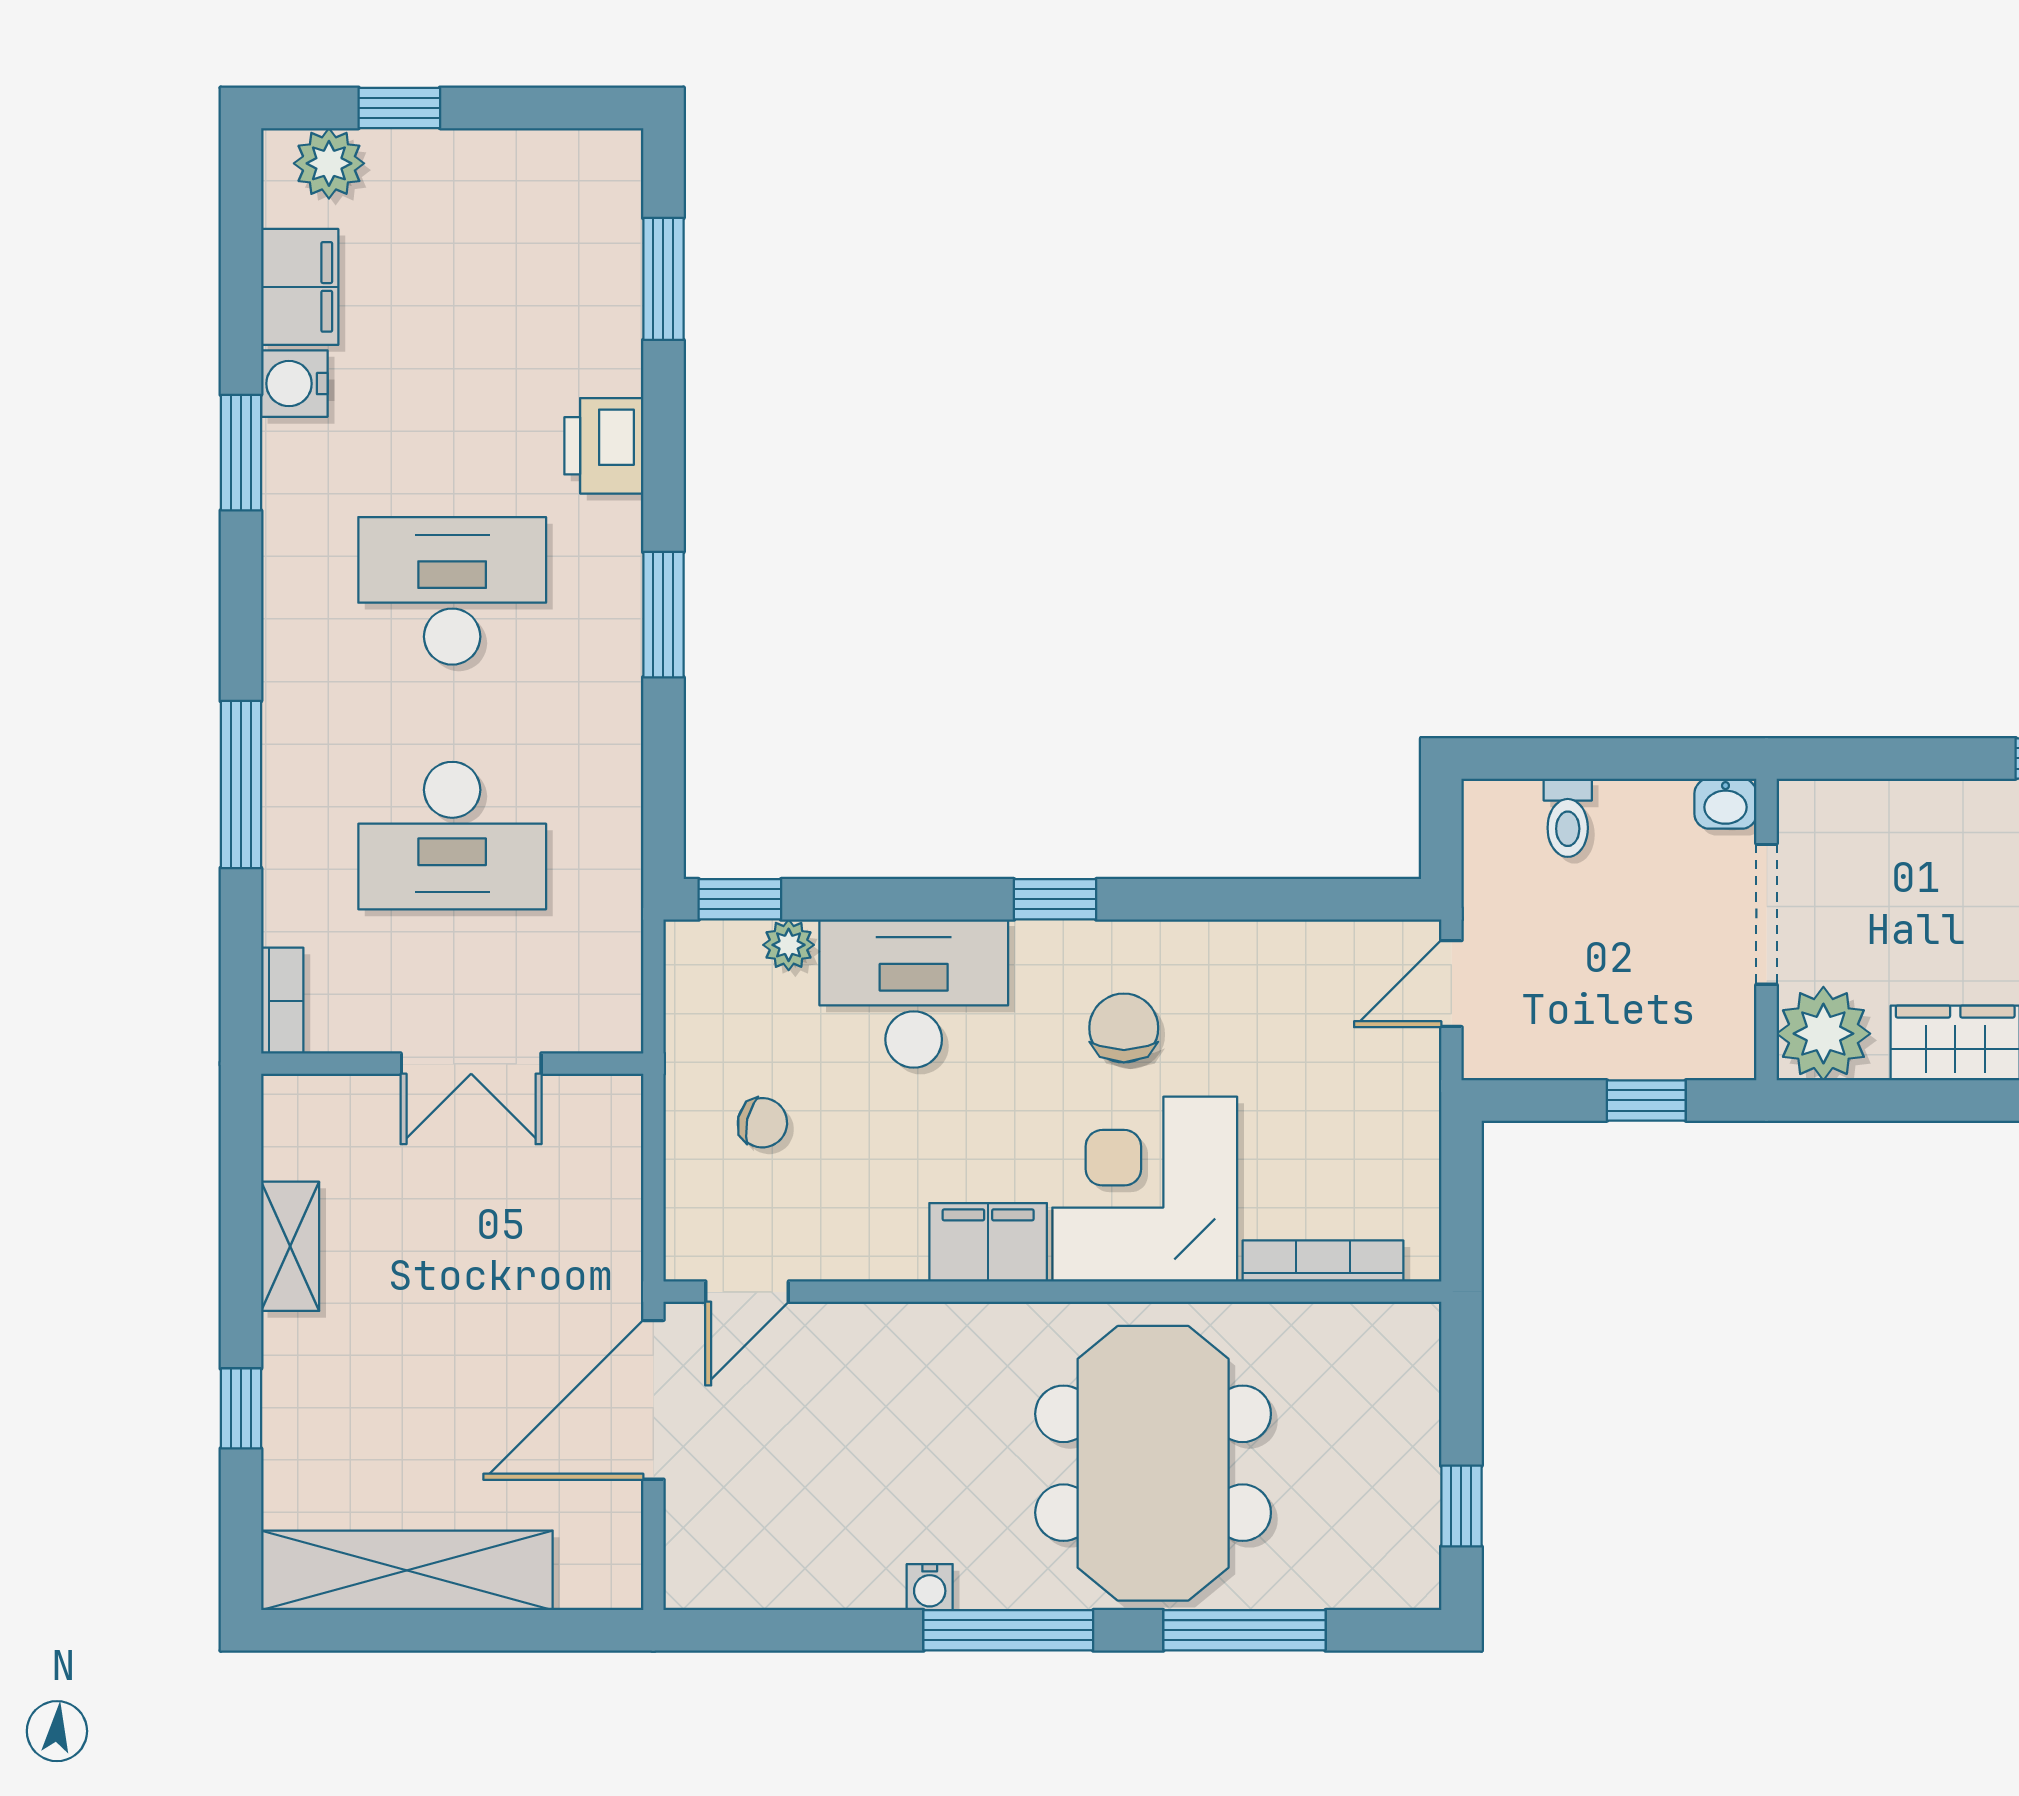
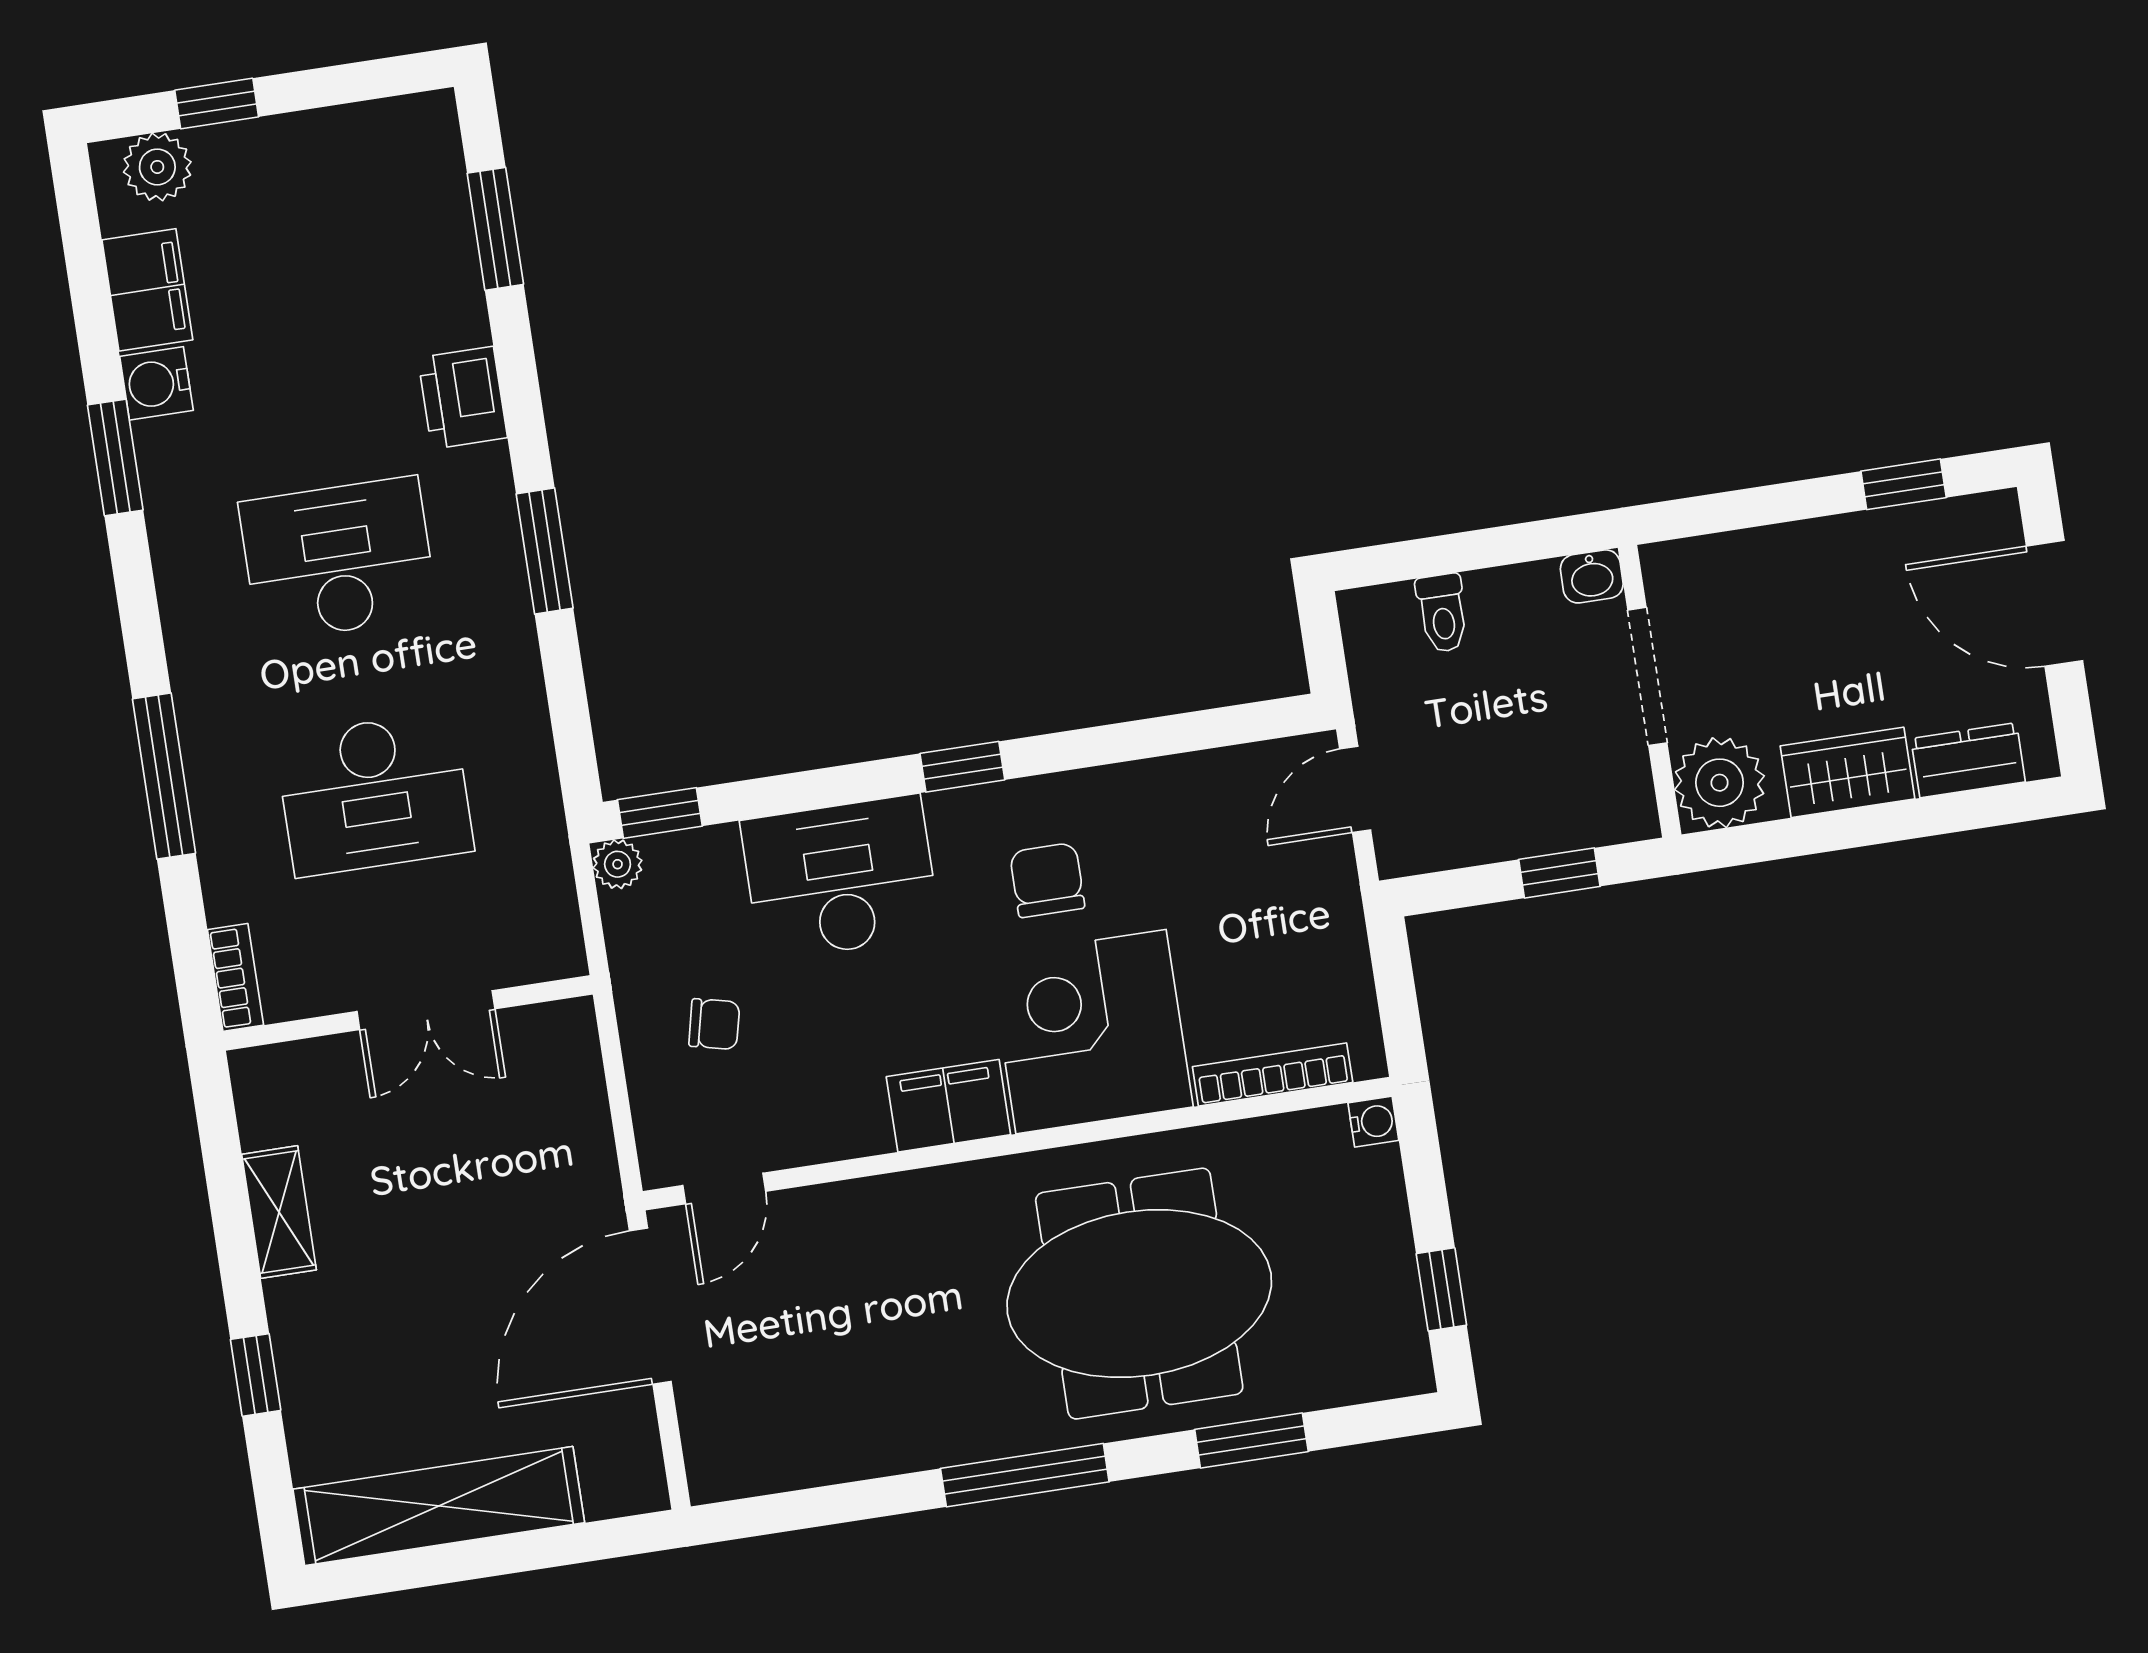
plant: (789, 945) -> (618, 864), moved
meeting table: (1153, 1463) -> (1139, 1294), turned 90
water cooler: (930, 1587) -> (1373, 1122), moved, turned -90
window: (1244, 1630) -> (1251, 1440), width x0.69

